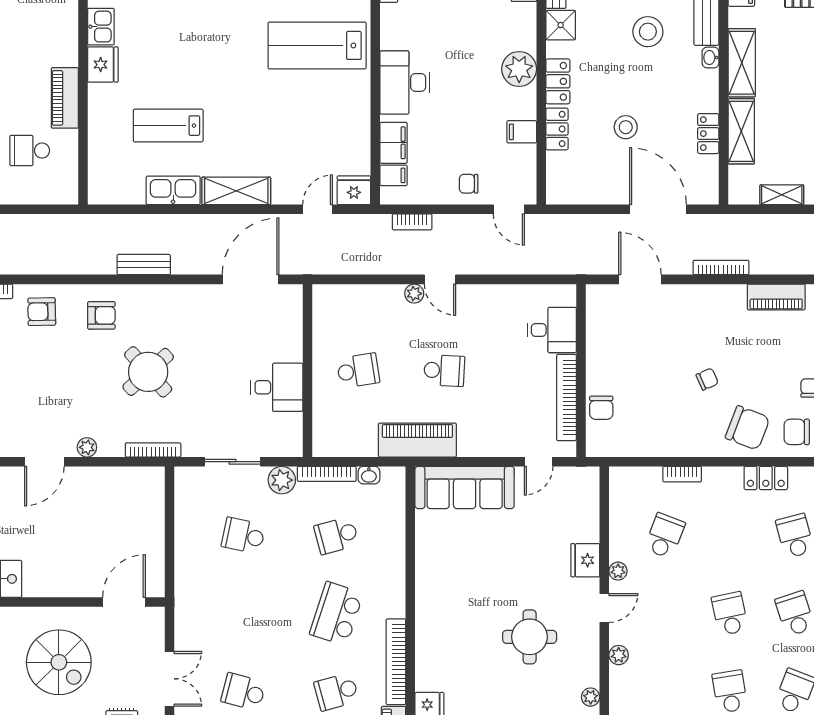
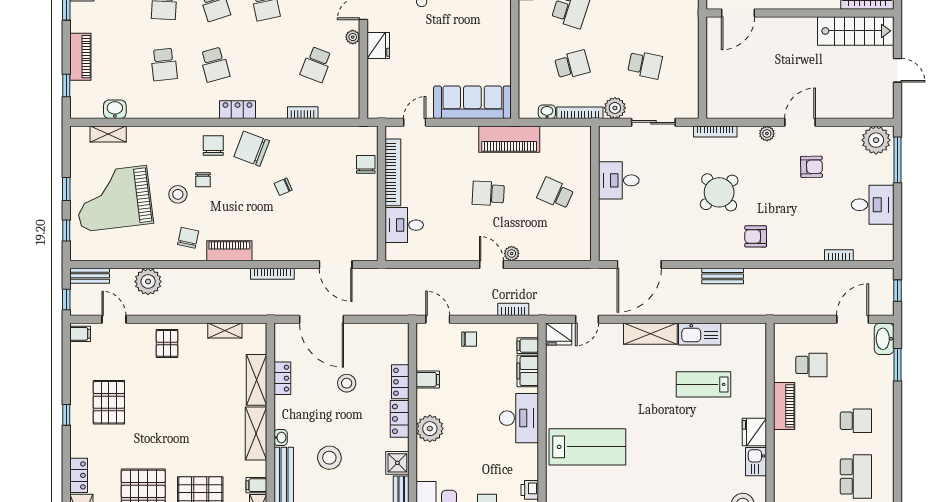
lab bench: (168, 126) -> (704, 384), turned 180
armchair: (42, 312) -> (811, 167), moved
school desk: (358, 371) -> (555, 193), turned 33
chair: (797, 432) -> (213, 146), turned -90

